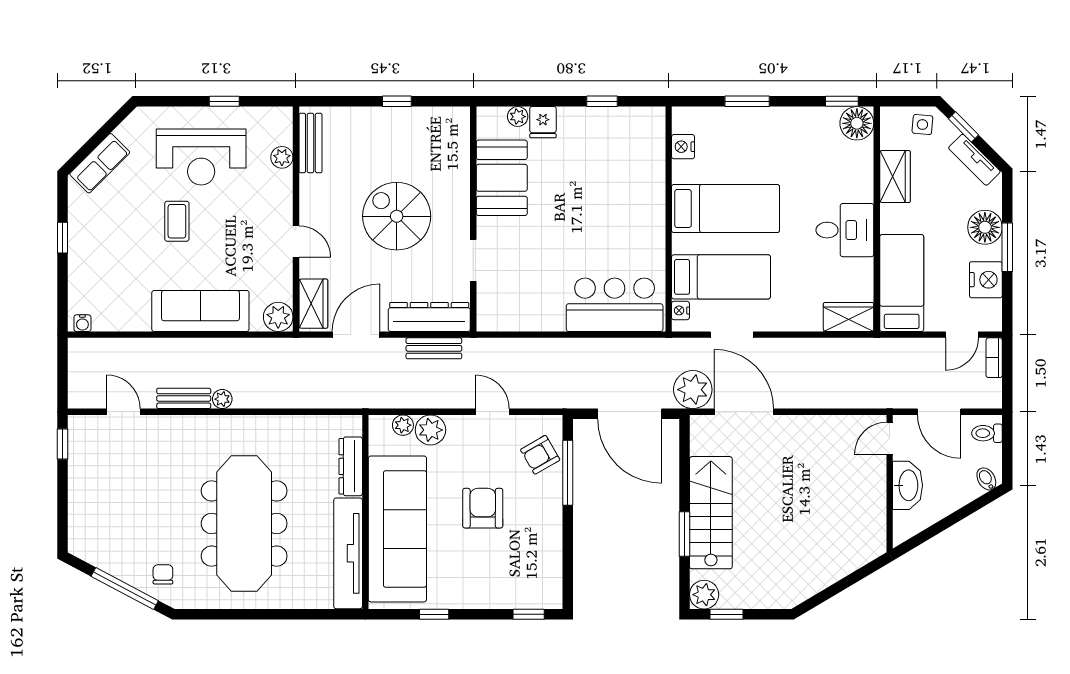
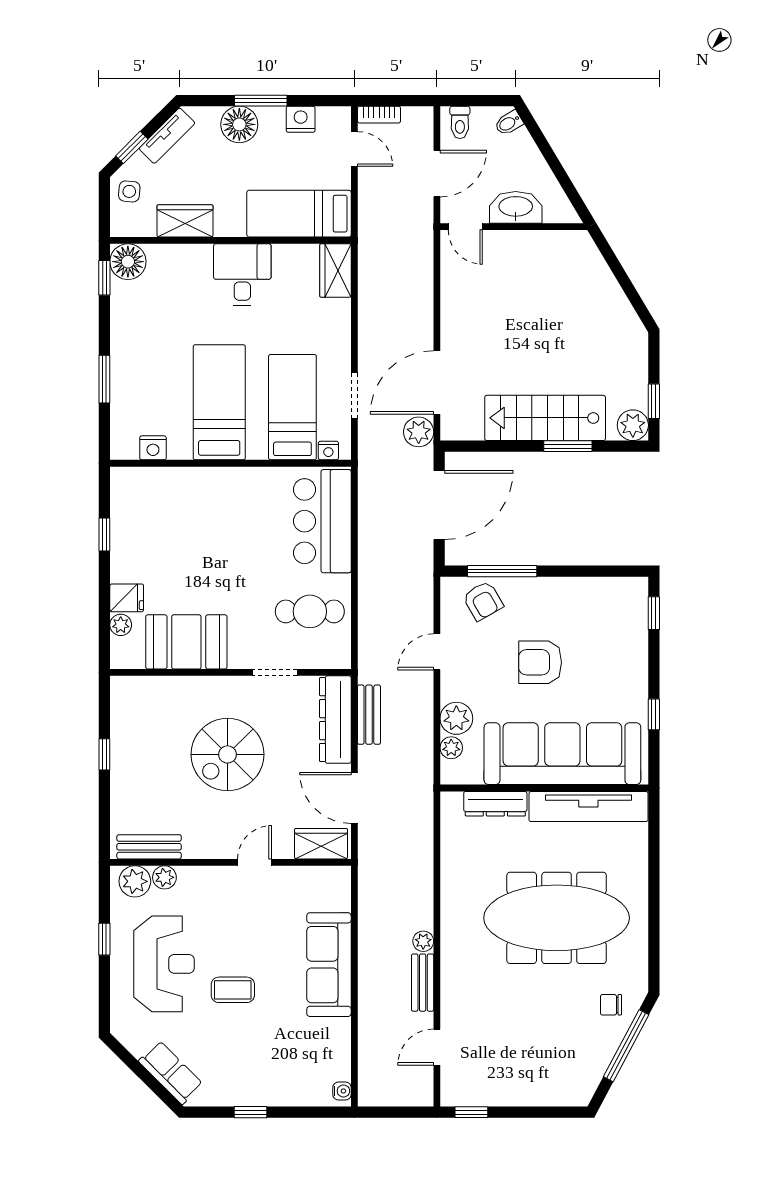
nightstand: (986, 280) -> (301, 119), width x0.74, depth x0.75
cafe table: (530, 293) -> (310, 611), added
plant: (278, 317) -> (135, 881), moved
plant: (693, 390) -> (419, 432), width x0.73, depth x0.73

